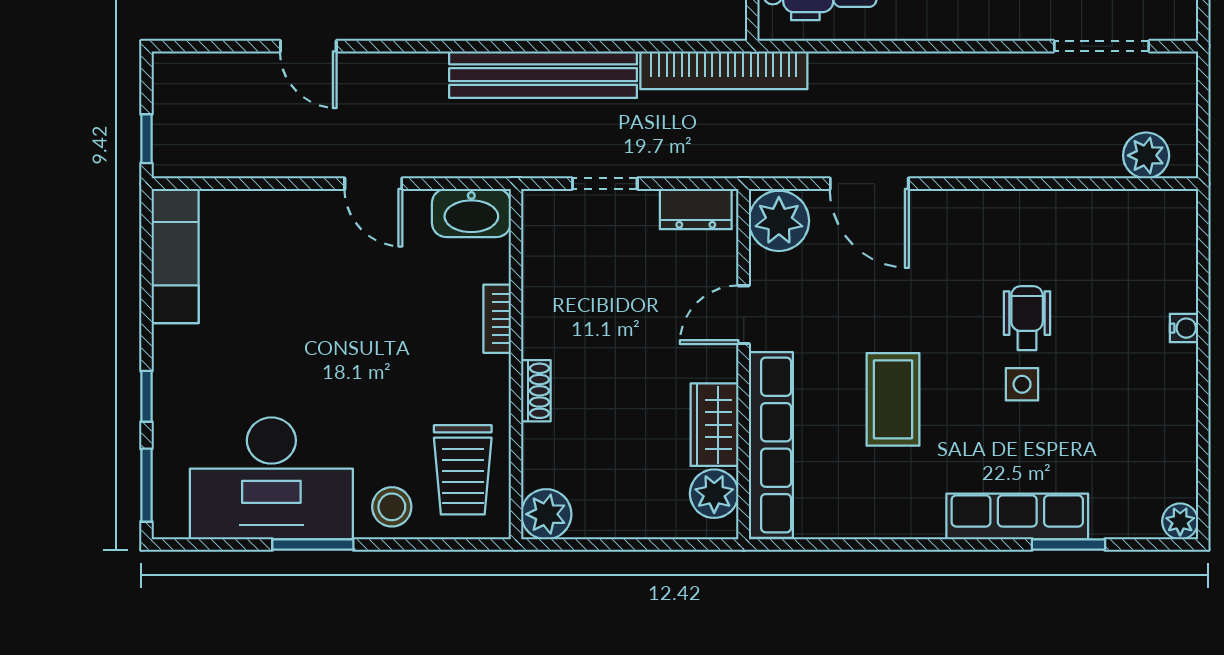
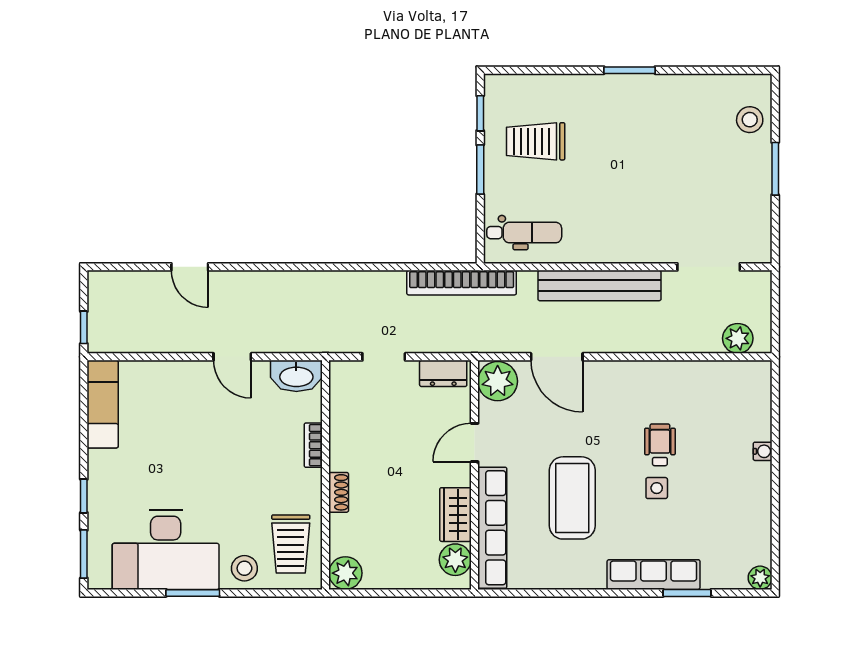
bench: (543, 75) -> (600, 286), moved
coffee table: (893, 399) -> (572, 498), width x1.36, depth x1.32

